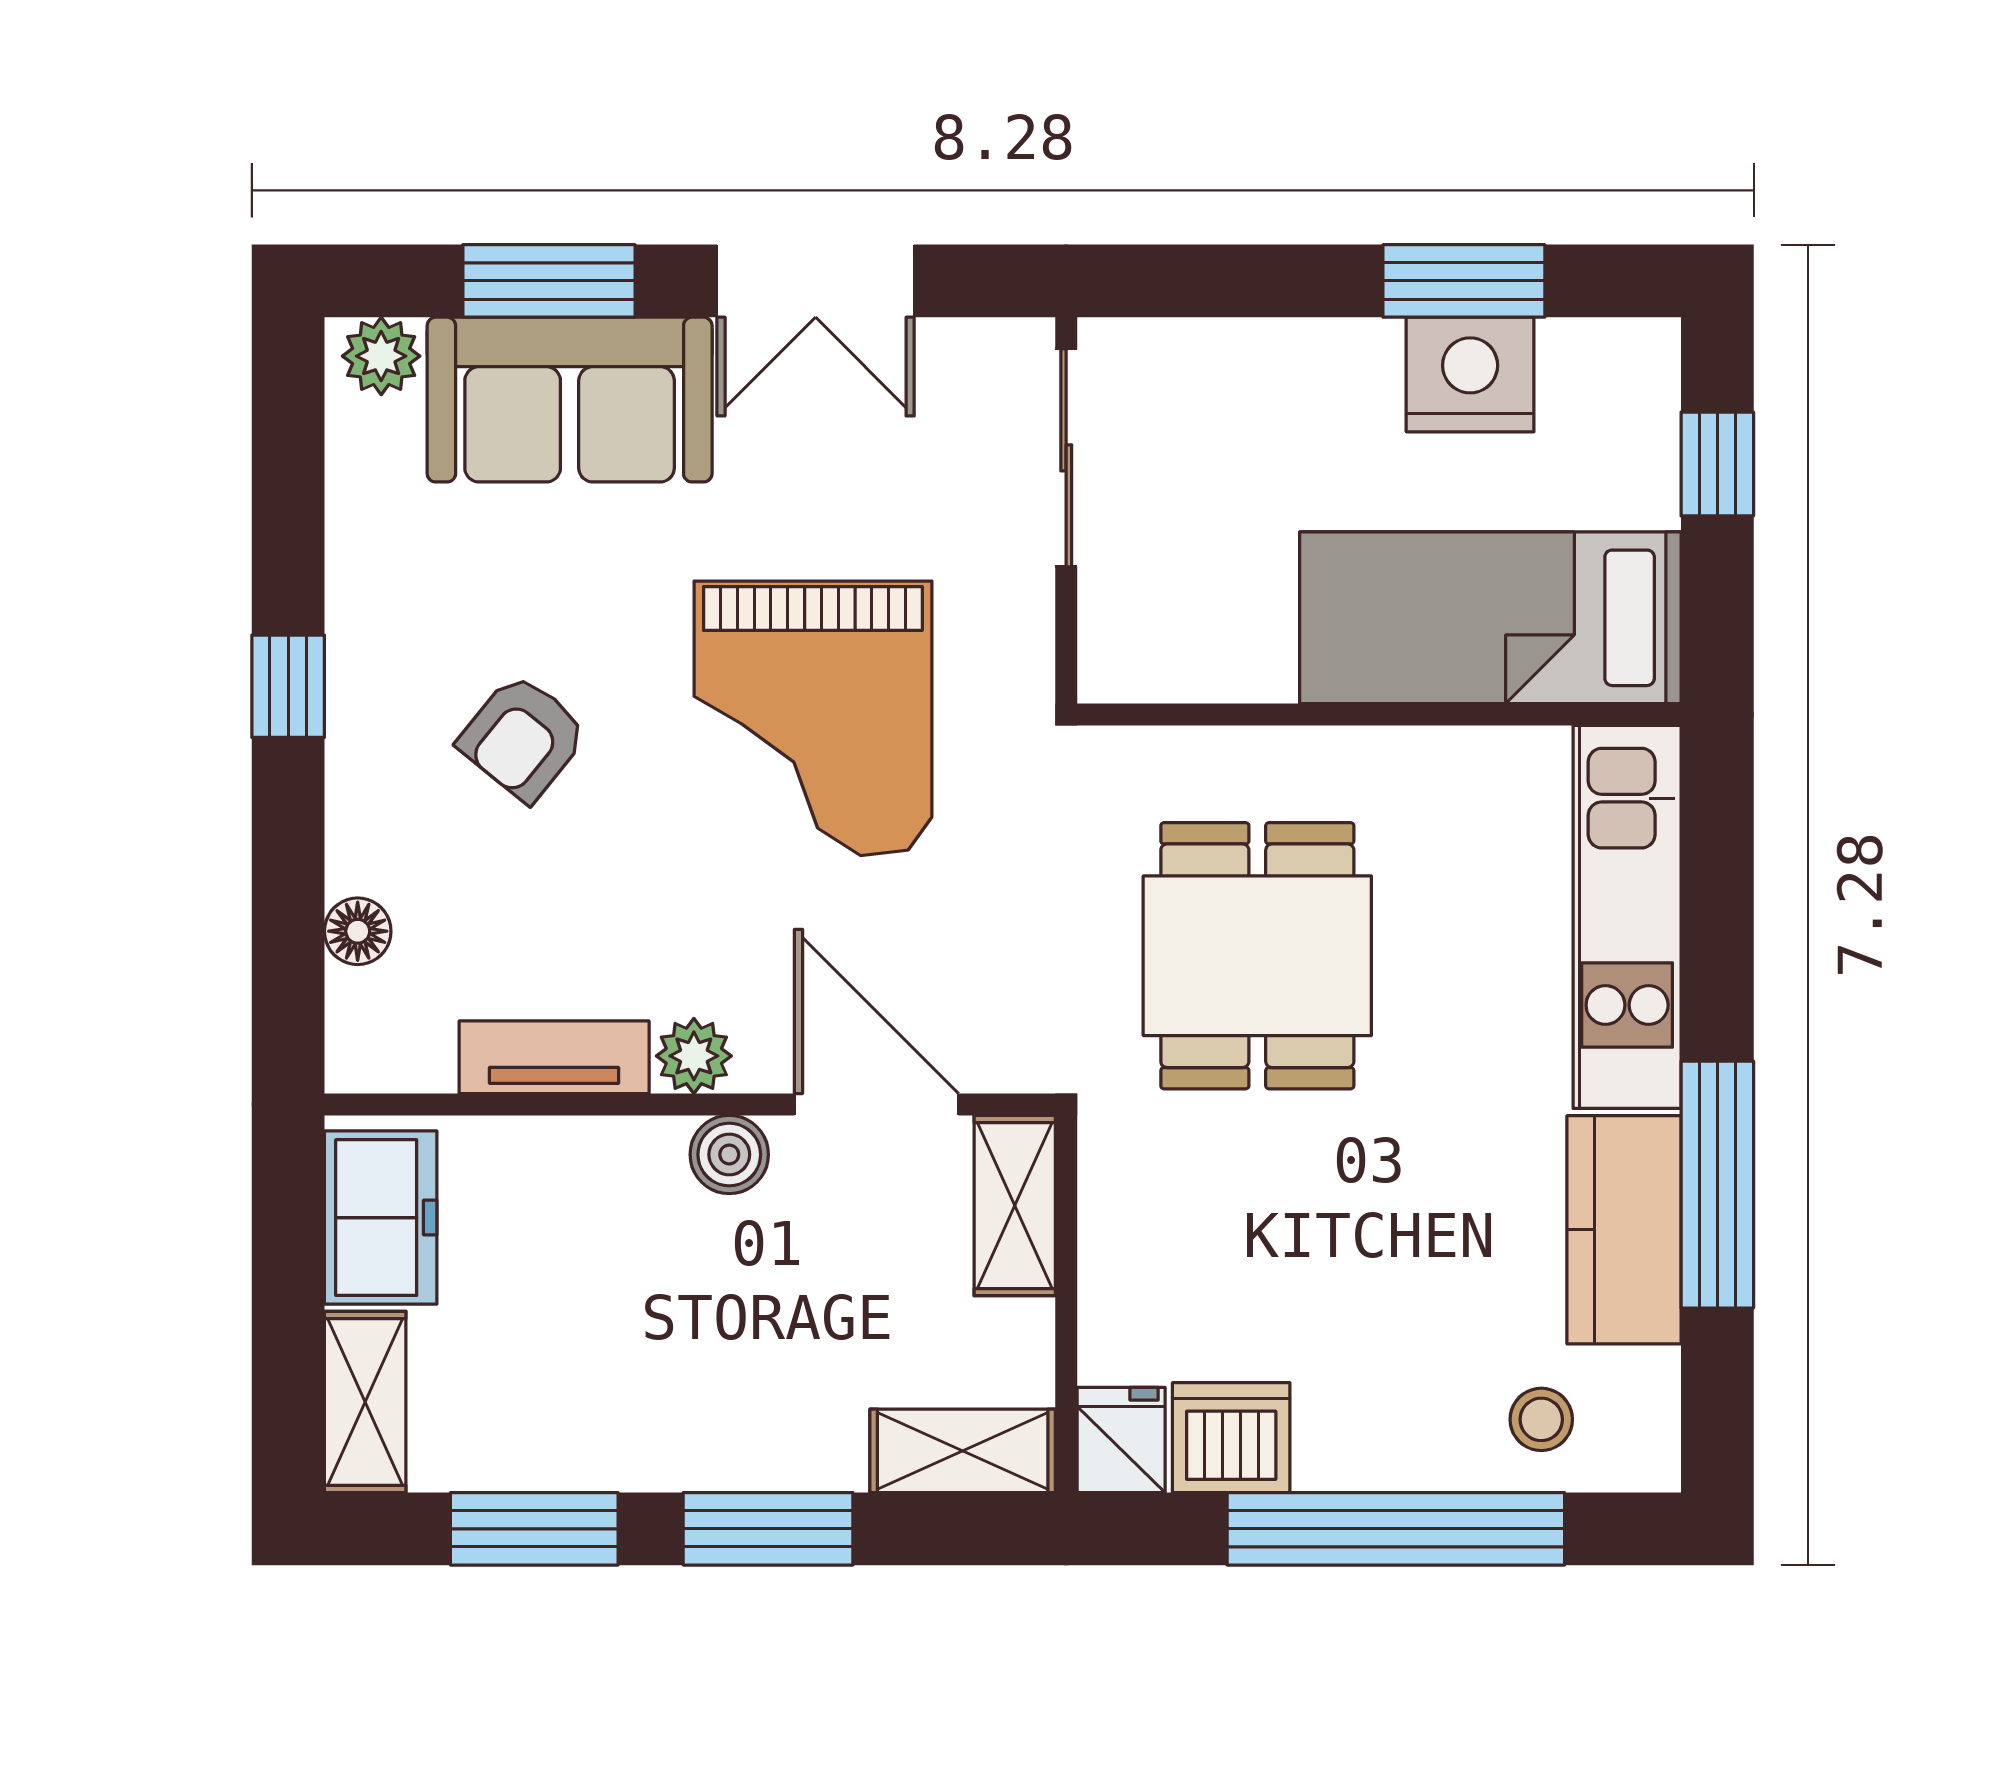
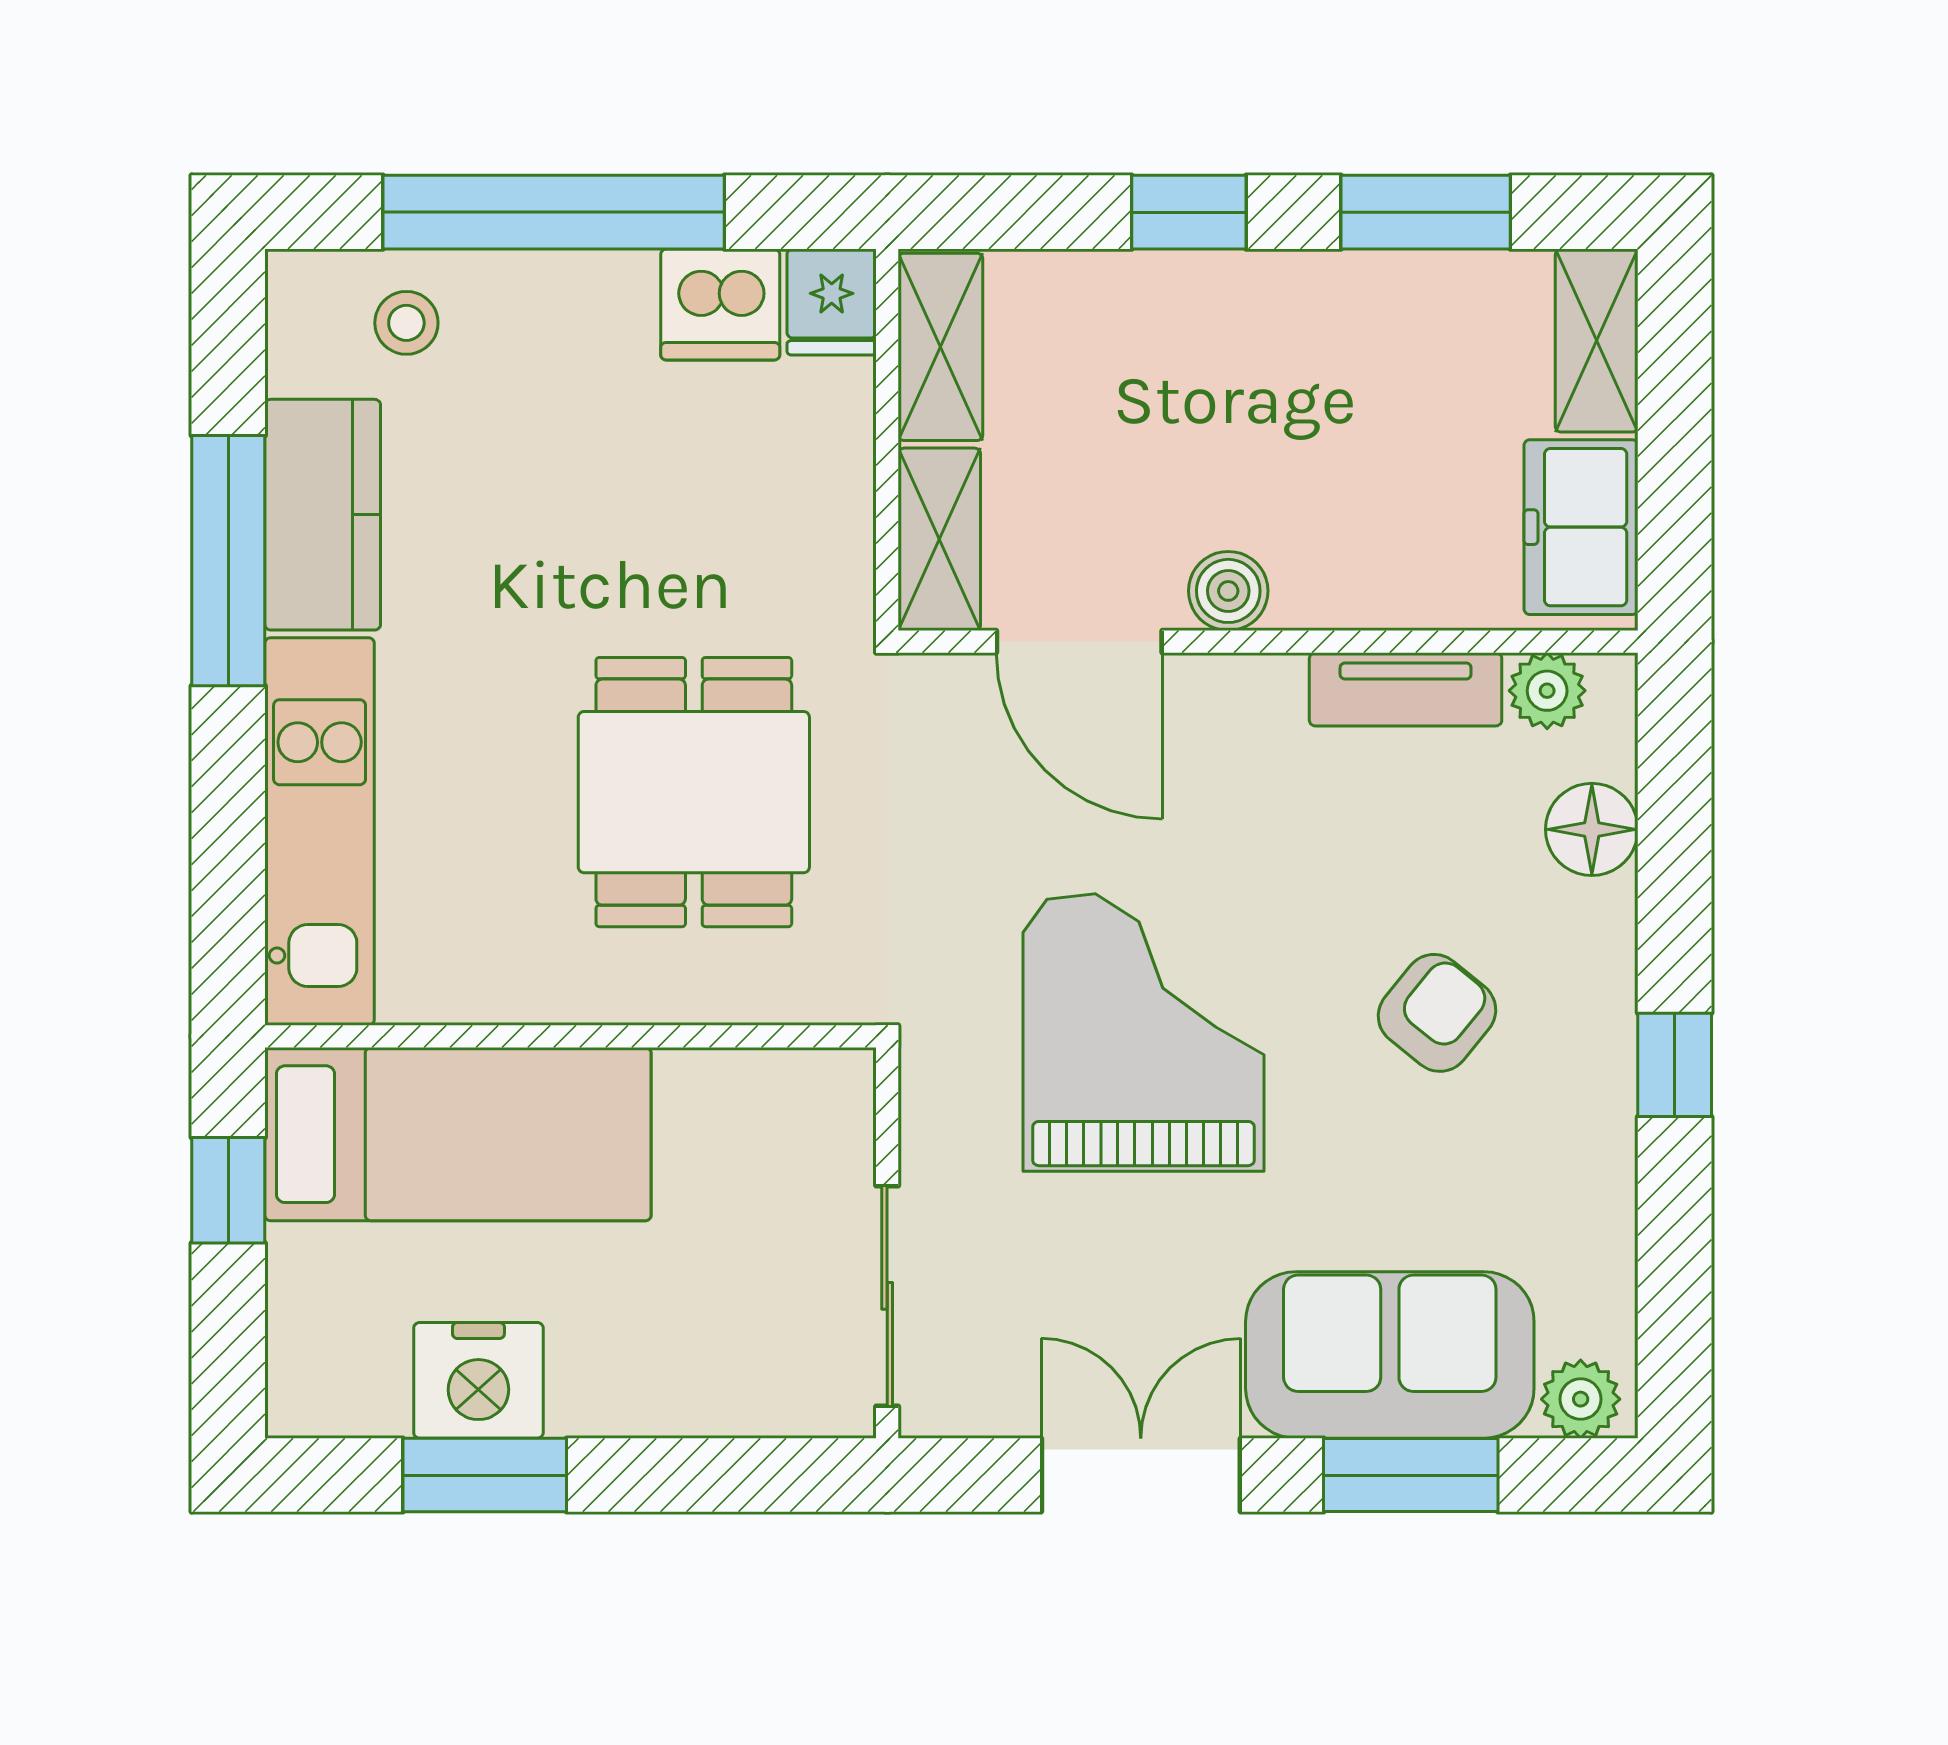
window: (1717, 464) -> (228, 1190), moved
floor lamp: (358, 931) -> (1592, 829), width x1.37, depth x1.37
plant: (694, 1056) -> (1547, 691), moved
shelving: (963, 1451) -> (940, 347), moved, turned 90
window: (768, 1529) -> (1189, 212), width x0.67

